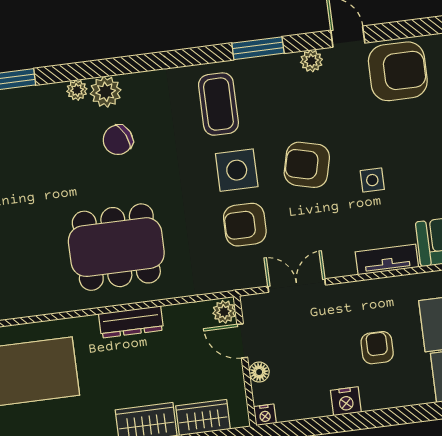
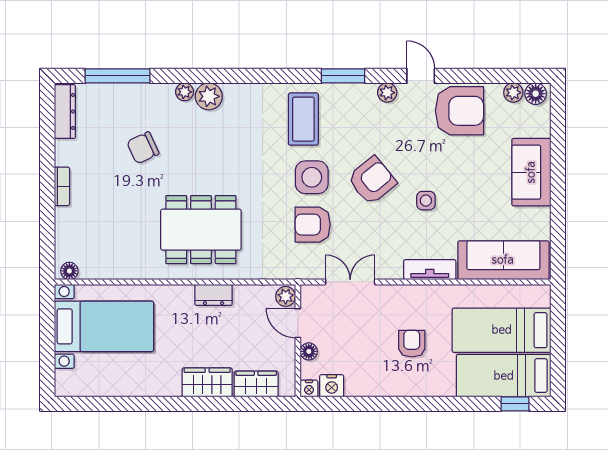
chair: (118, 140) -> (143, 148), moved
armchair: (307, 165) -> (372, 180), turned 127
dresser: (131, 322) -> (214, 295), width x0.70
nightstand: (346, 401) -> (332, 386), moved

